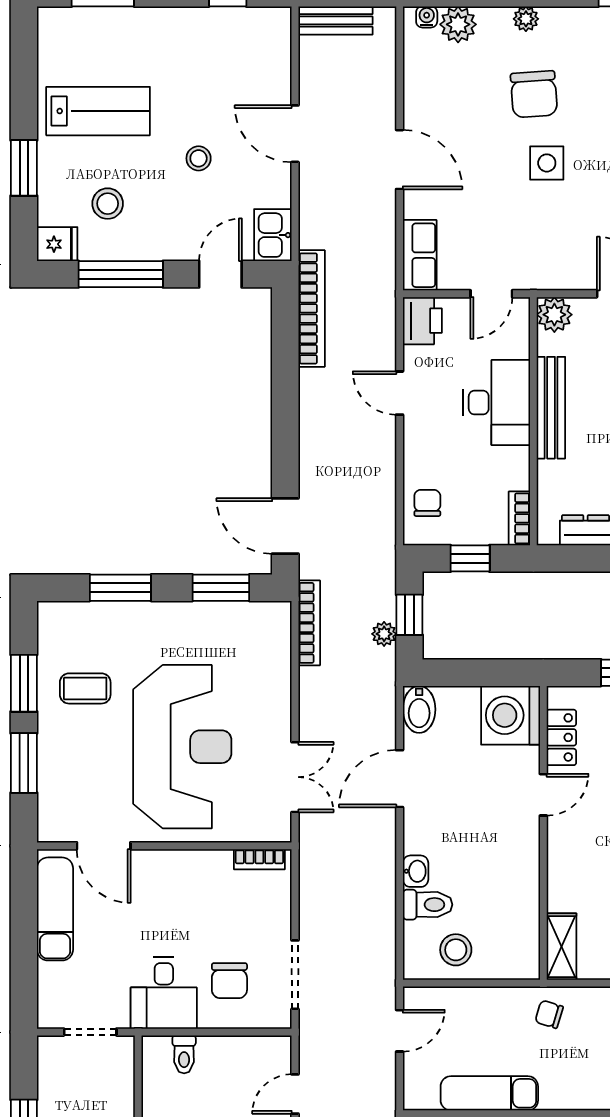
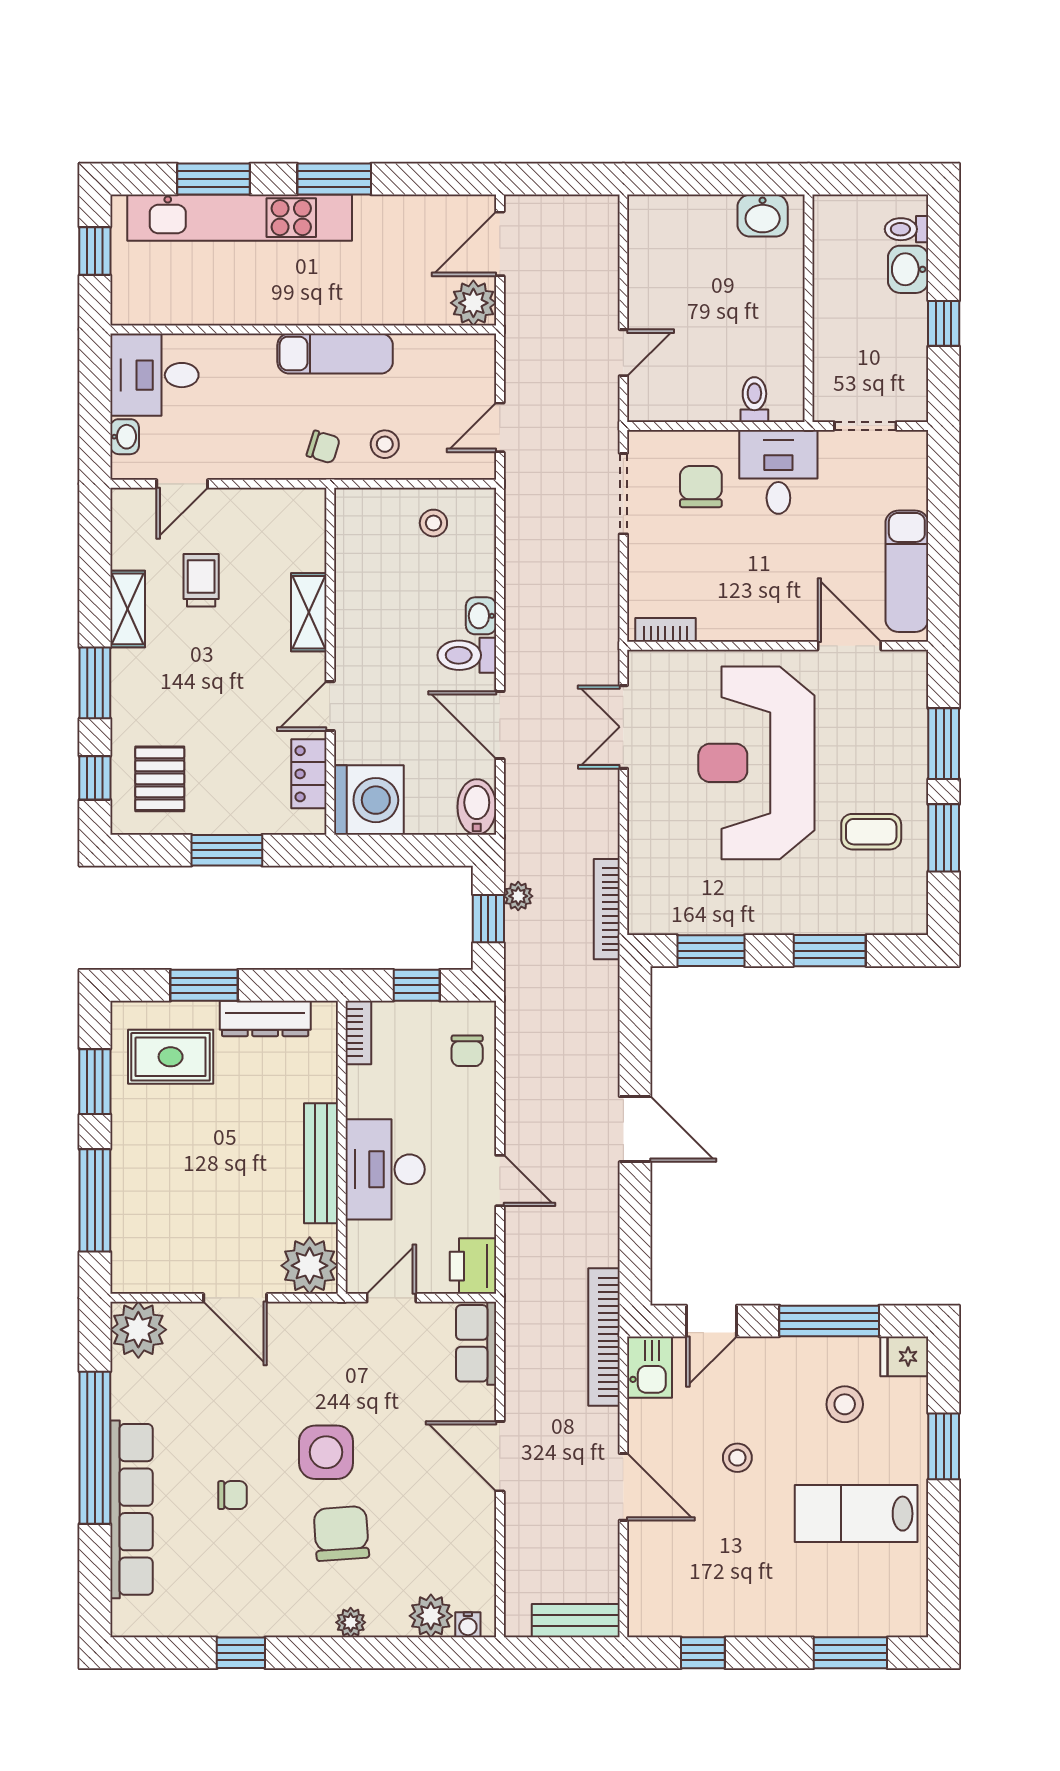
side table: (547, 163) -> (326, 1452), width x1.37, depth x1.37
bookcase: (312, 308) -> (604, 1337), moved
plant: (554, 315) -> (310, 1266), width x1.36, depth x1.36
door: (285, 526) -> (635, 1129), moved
door: (400, 779) -> (500, 725), swing flipped
toilet: (428, 905) -> (467, 655), moved
shelving: (561, 947) -> (309, 612), moved
stool: (456, 950) -> (433, 523), width x0.73, depth x0.73
stool: (497, 1017) -> (385, 444), added
exam couch: (489, 1093) -> (335, 353), moved

